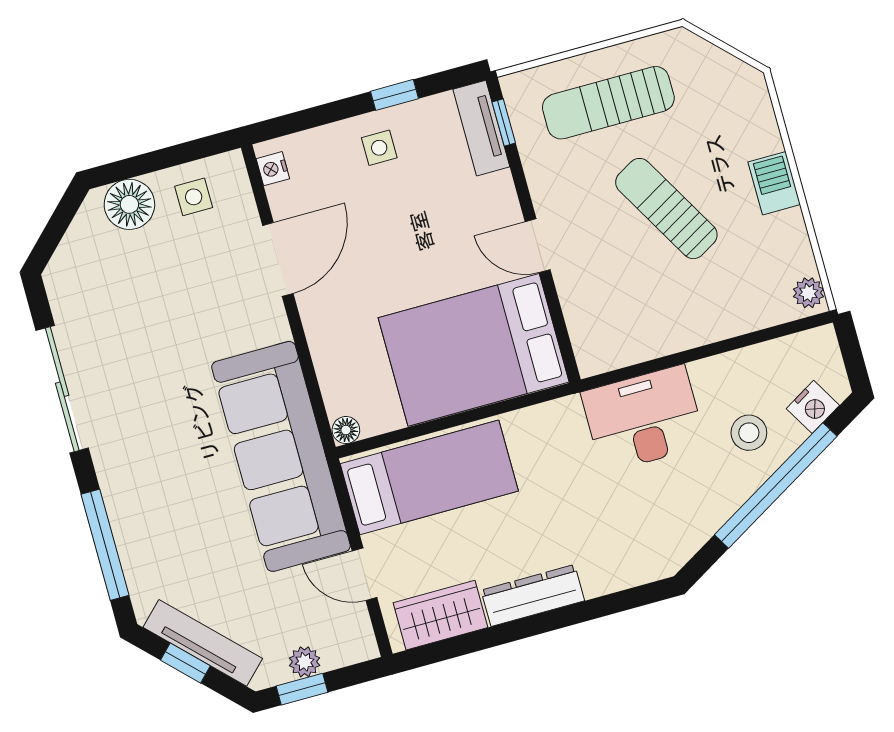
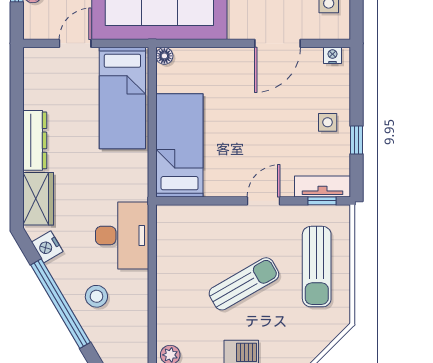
sun lounger: (608, 103) -> (317, 267), turned 180
door: (538, 246) -> (264, 201), moved
door: (278, 259) -> (278, 43), hinge flipped
bed: (474, 350) -> (180, 145), width x0.67
nightstand: (813, 407) -> (47, 247), moved
wardrobe: (440, 615) -> (38, 199), moved

